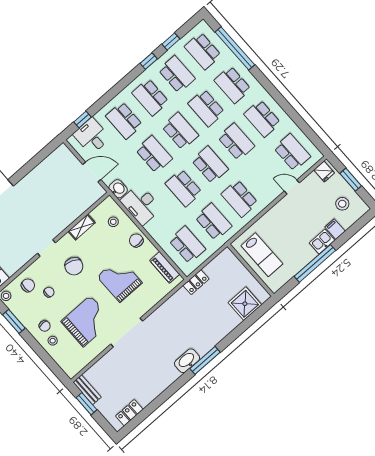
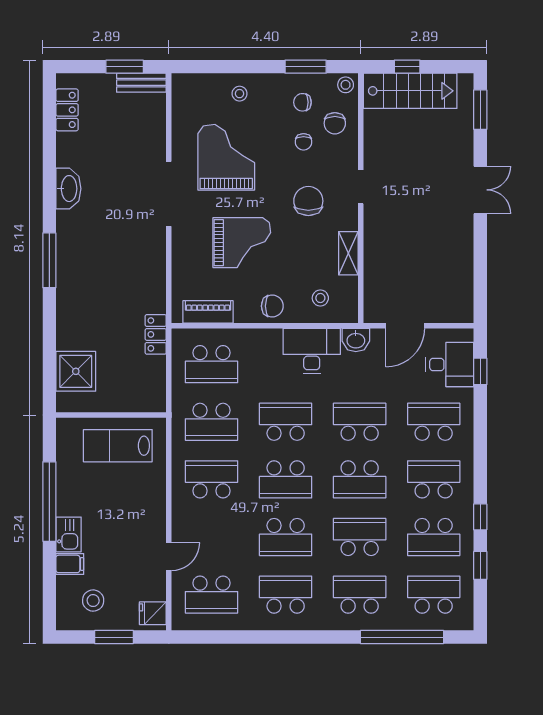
school desk: (154, 154) -> (360, 422), turned 180
chair: (74, 266) -> (308, 201), turned 68
grand piano: (87, 321) -> (226, 157), turned 180
chair: (45, 326) -> (302, 102), moved
washbasin: (187, 361) -> (68, 189), moved

